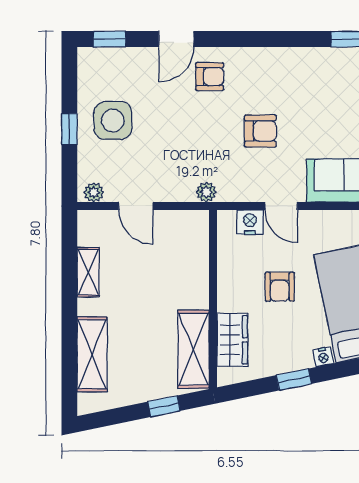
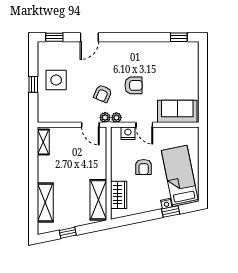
armchair: (210, 77) -> (103, 94), moved, turned 113
plant: (94, 192) -> (116, 118), moved
door: (136, 206) -> (90, 125), moved
shelving: (88, 272) -> (43, 142), moved
window: (294, 379) -> (171, 212), moved
window: (164, 406) -> (68, 233), moved

